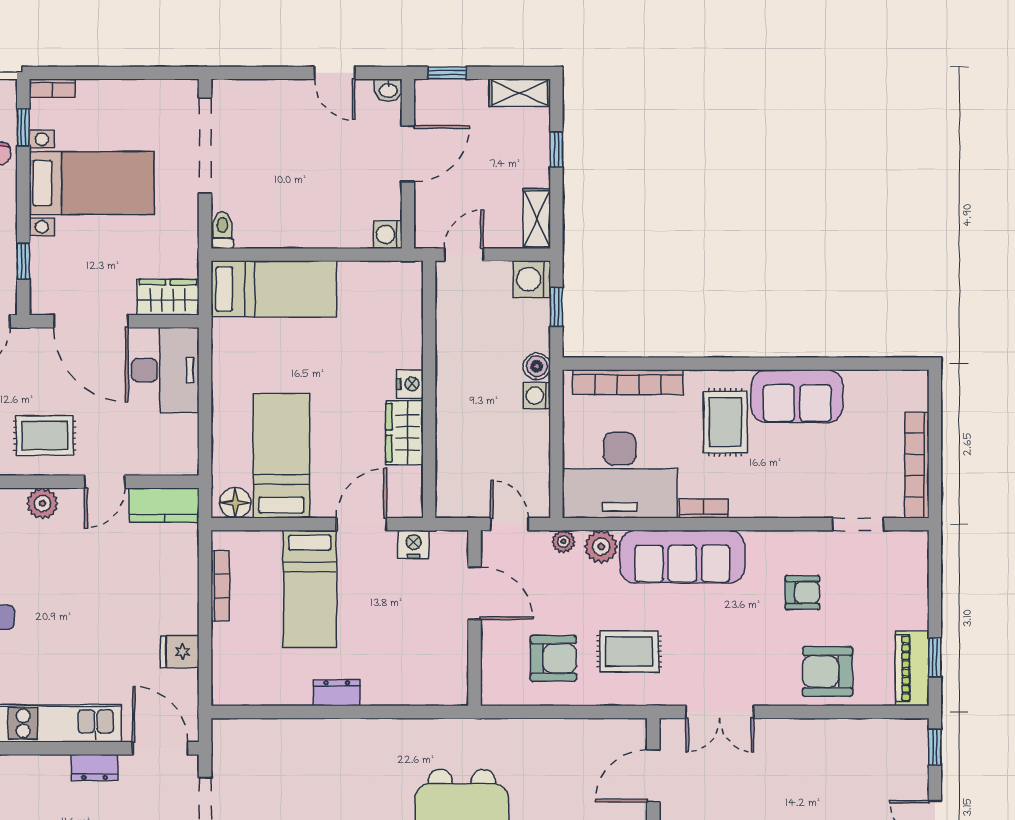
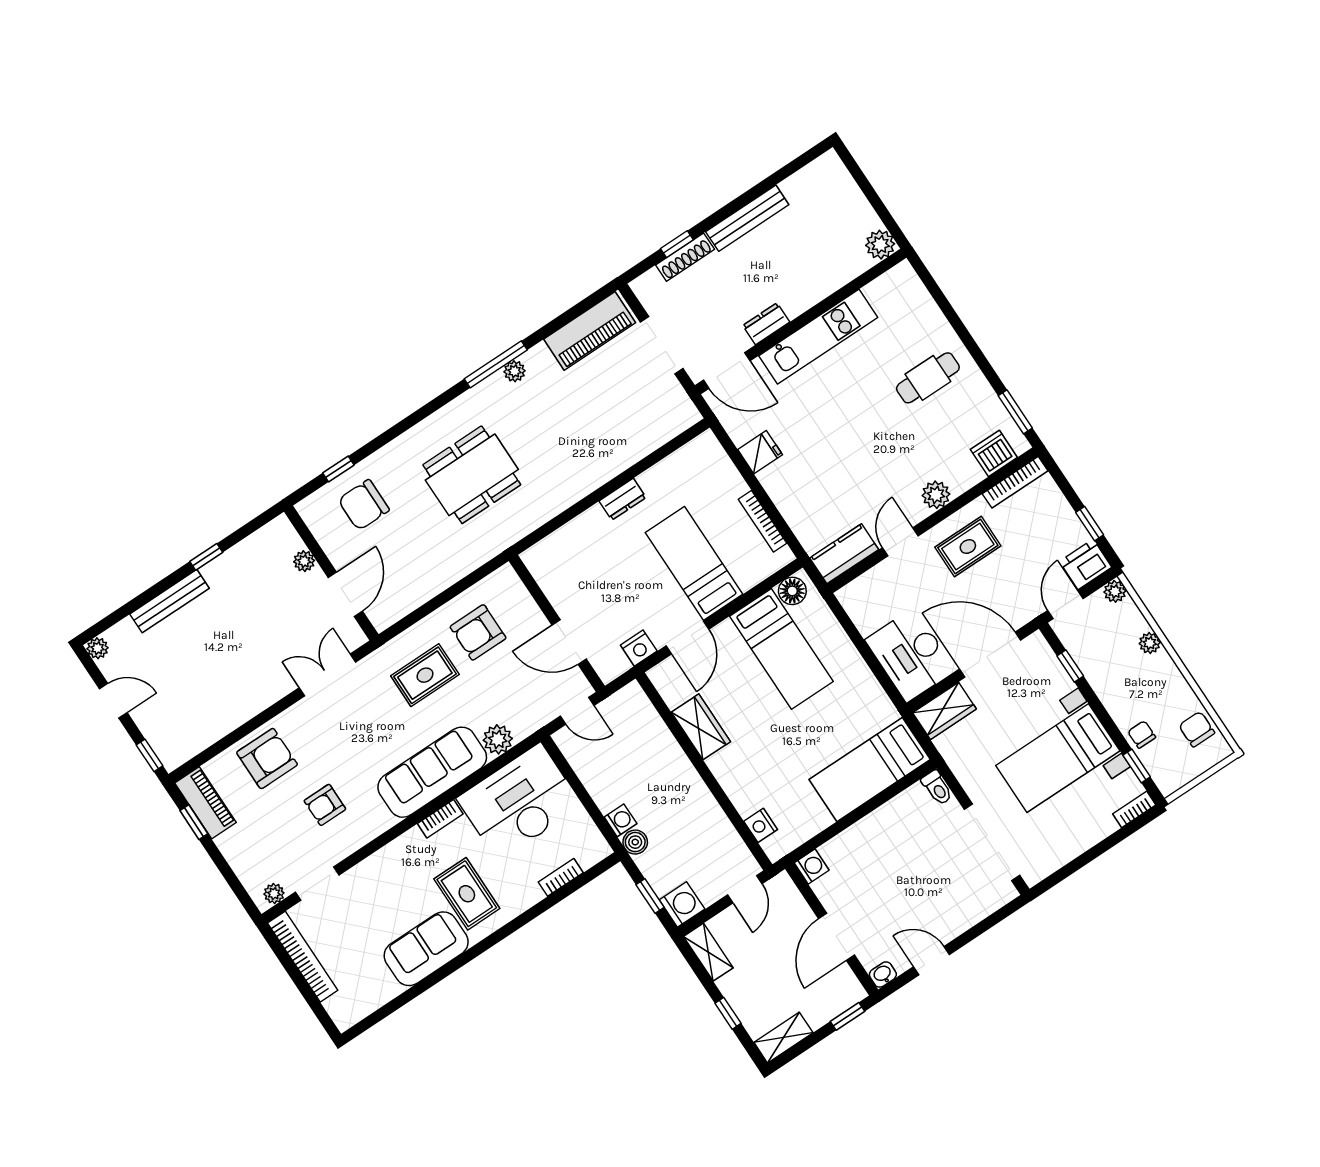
bookcase: (628, 382) -> (561, 877), width x0.43, depth x0.76
nightstand: (410, 384) -> (761, 825), moved
plant: (564, 542) -> (274, 894), moved

